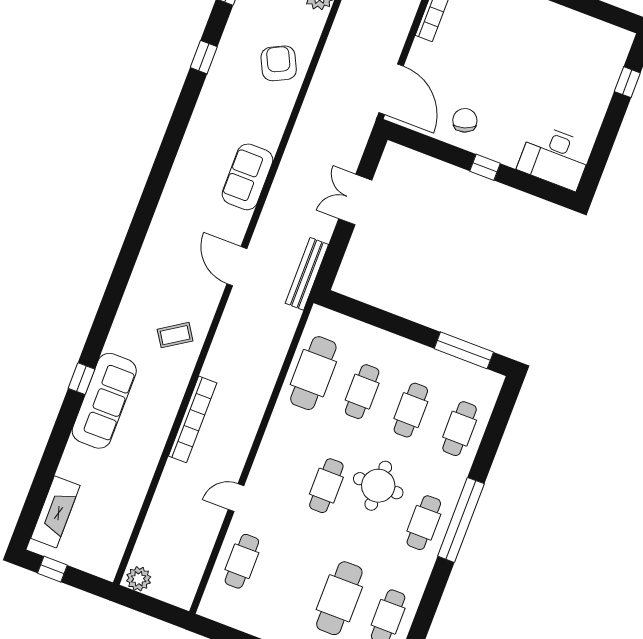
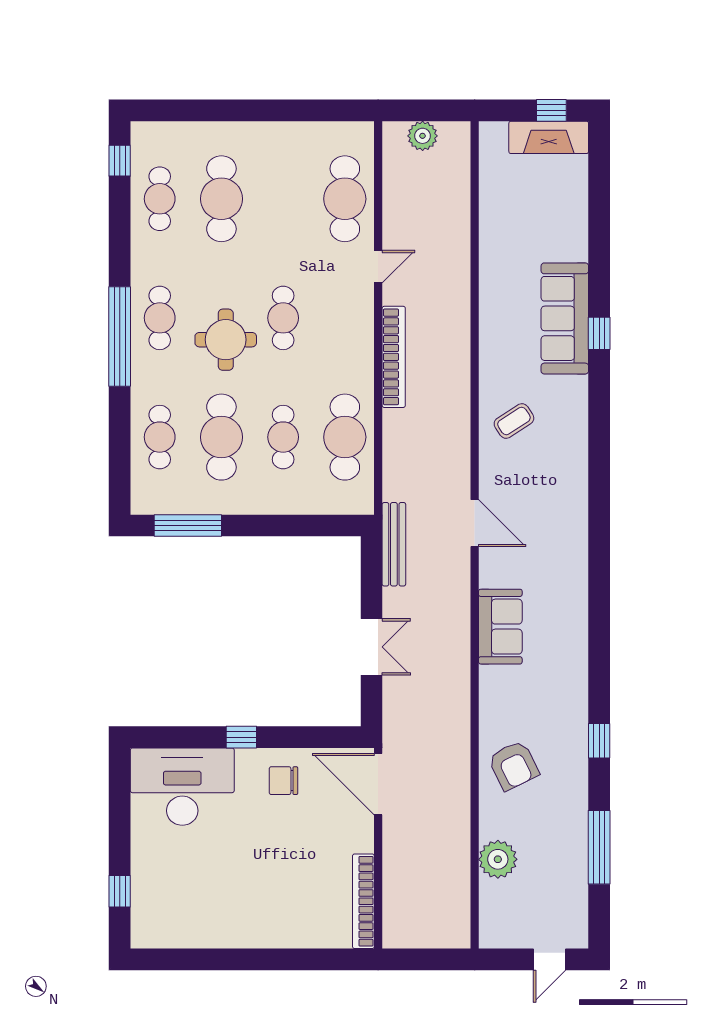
chair: (465, 120) -> (283, 781), turned 109
desk: (555, 157) -> (182, 787), width x1.36, depth x1.30
cafe table: (411, 410) -> (221, 437), width x1.37, depth x1.35
bookcase: (193, 419) -> (394, 357), moved, turned 180
fireplace: (55, 512) -> (549, 137), moved, turned -90
cafe table: (242, 561) -> (345, 199), width x1.37, depth x1.35
plant: (139, 579) -> (423, 136), moved

